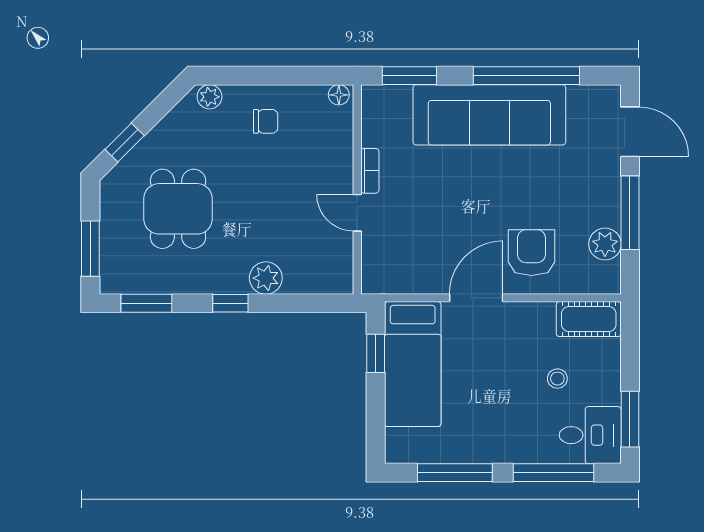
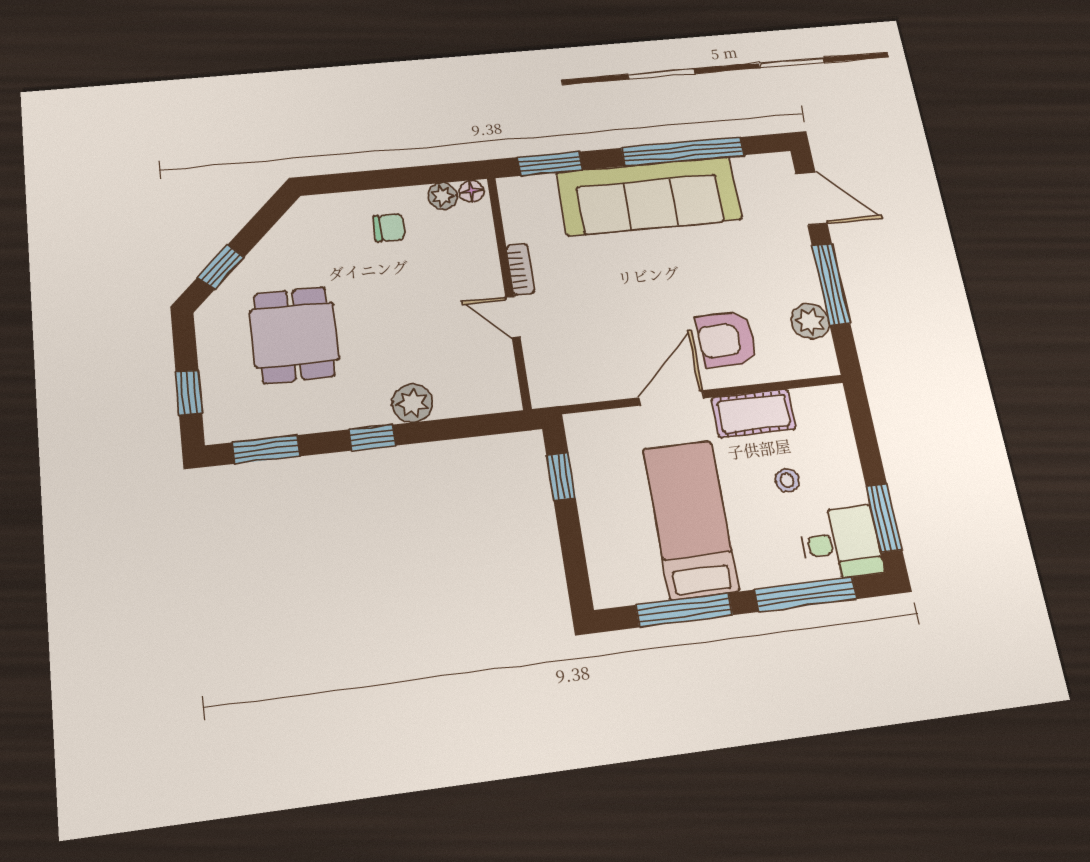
plant: (210, 97) -> (443, 196), moved
window: (90, 249) -> (189, 392), width x0.67
armchair: (531, 253) -> (727, 340), turned -90
cot: (589, 319) -> (754, 413), moved
bed: (413, 364) -> (691, 519), moved, turned 180

